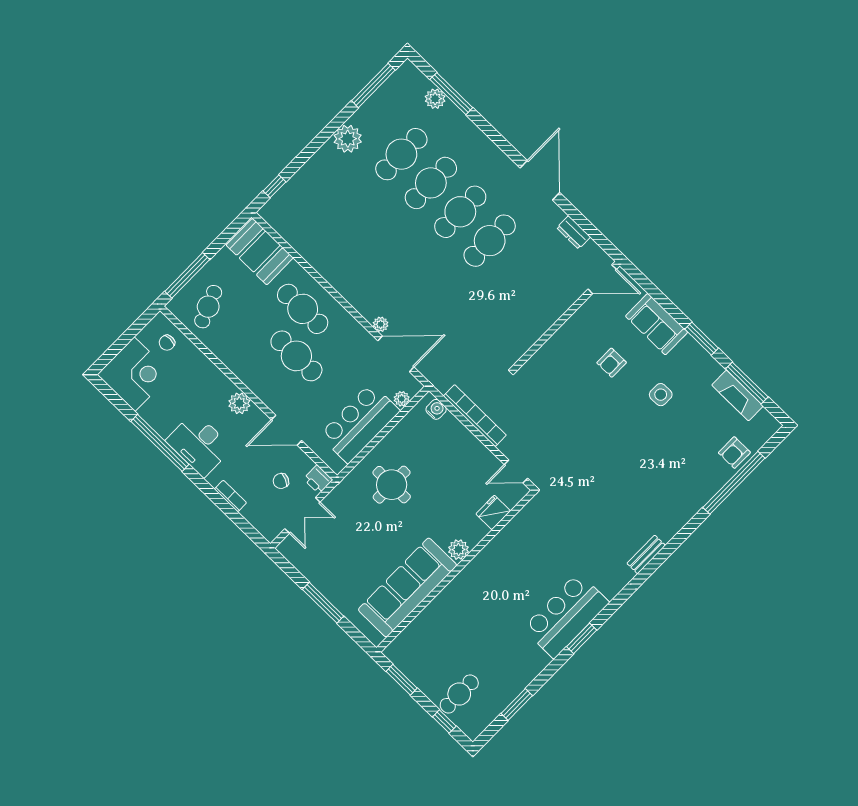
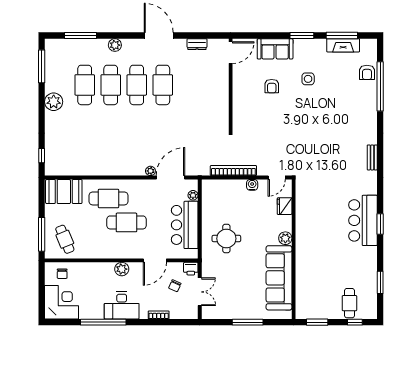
plant: (435, 99) -> (115, 45), moved
water cooler: (436, 409) -> (252, 185), moved

